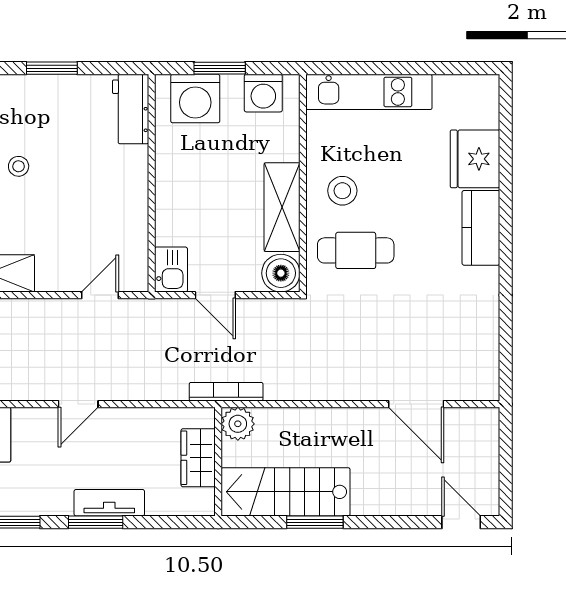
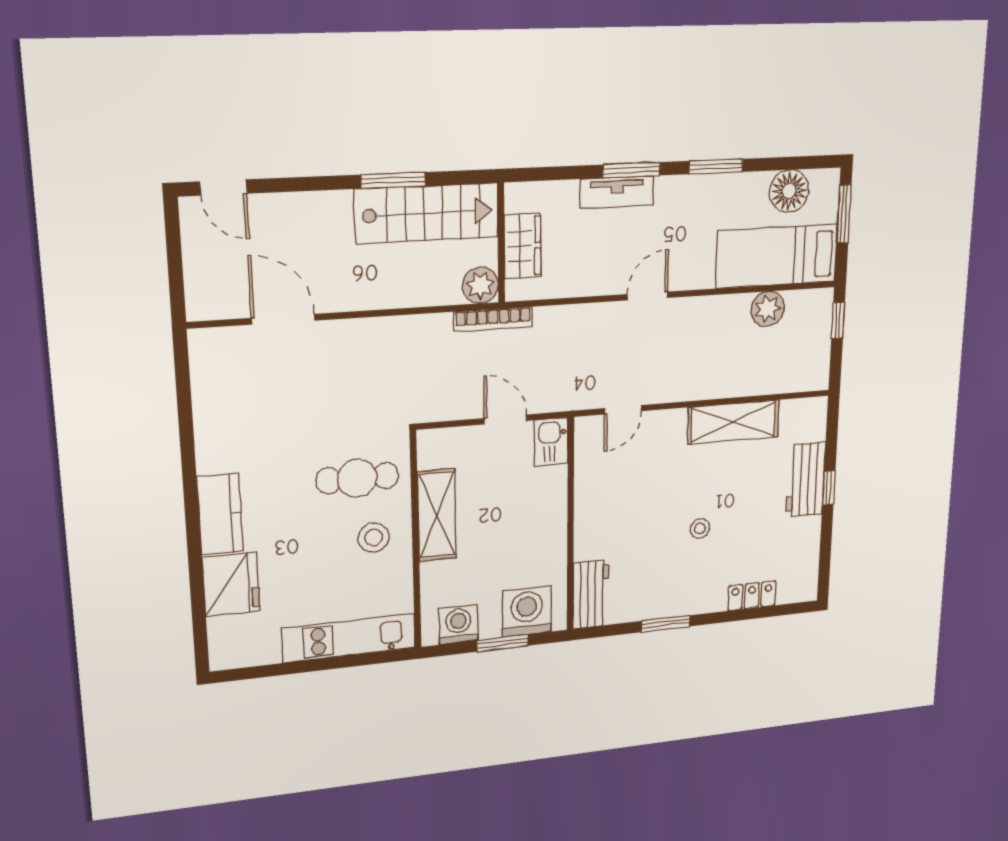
boiler: (281, 273) -> (437, 448), removed

